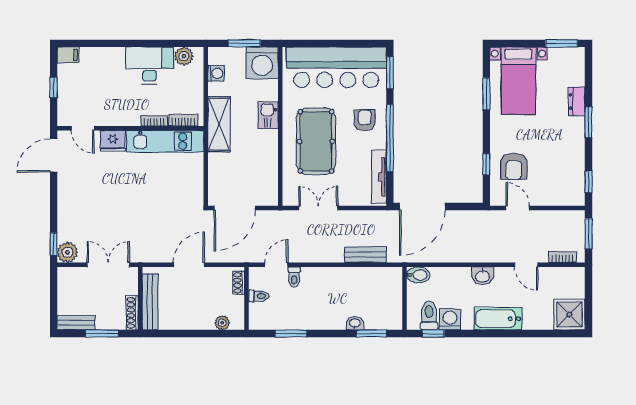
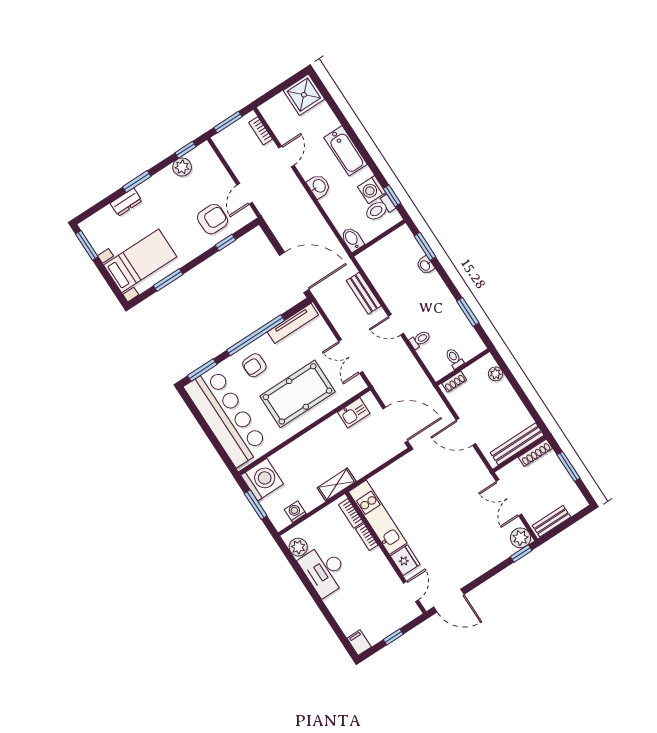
kitchen sink: (268, 115) -> (354, 413), moved
shelving: (219, 124) -> (337, 485), width x0.67, depth x0.75
plant: (576, 169) -> (182, 167), added
door: (276, 265) -> (396, 325), moved
bench: (76, 323) -> (551, 521), moved, turned 90

